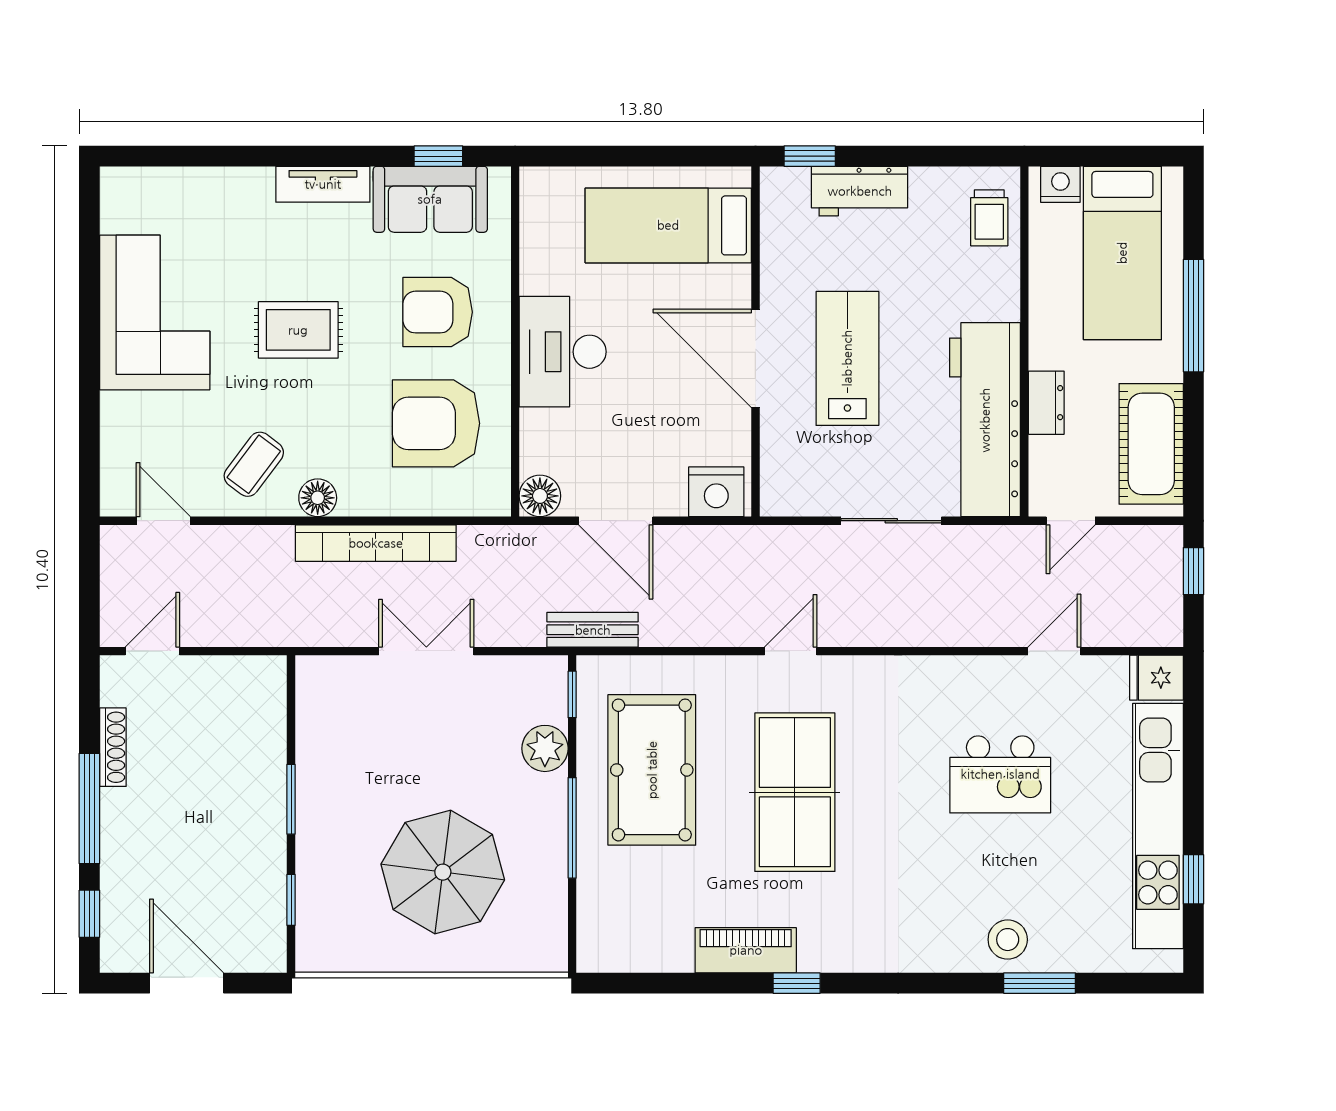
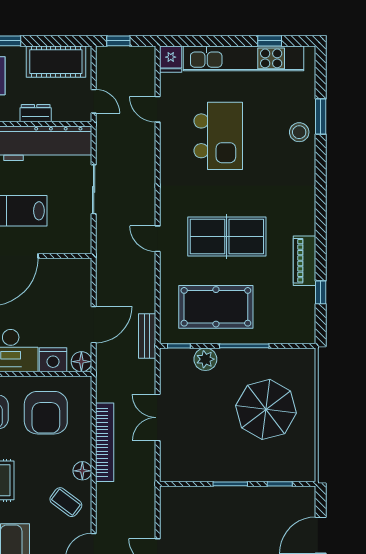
nightstand: (716, 492) -> (53, 360), moved, turned 90
kitchen island: (1000, 774) -> (218, 136), width x1.37, depth x1.28
window: (797, 983) -> (321, 292), moved

